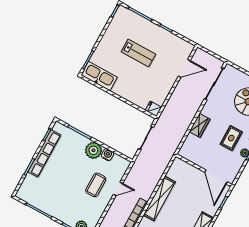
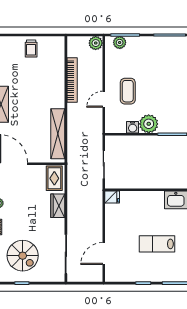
rug: (231, 138) -> (54, 178), moved
shelving: (159, 199) -> (58, 134), moved

